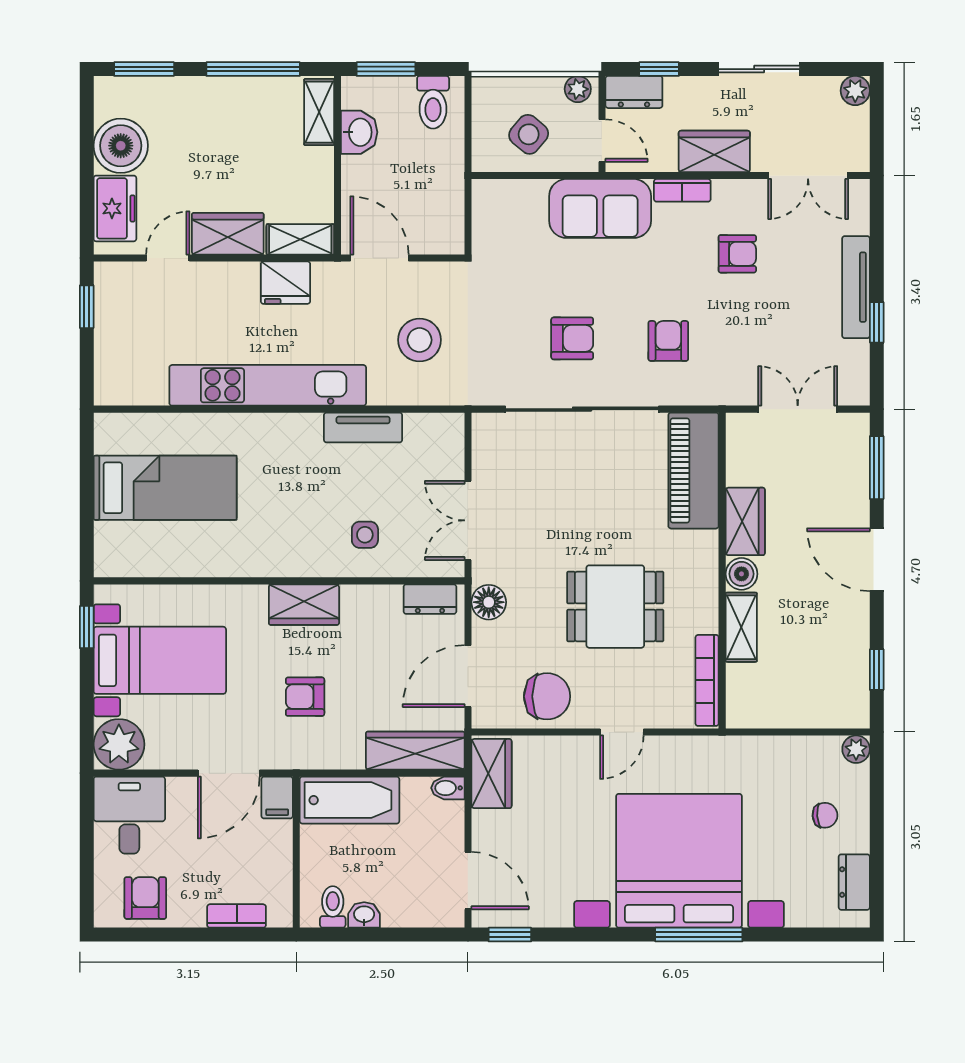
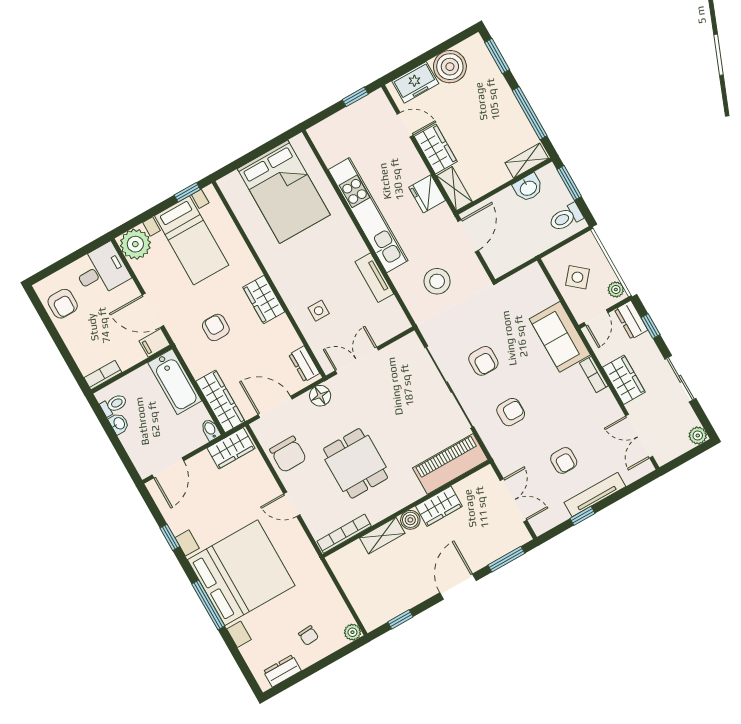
armchair: (737, 254) -> (564, 460), moved
bed: (165, 488) -> (284, 192), width x1.50
armchair: (145, 898) -> (63, 304), turned 90
bookcase: (237, 916) -> (103, 375), moved, turned -90
window: (510, 935) -> (170, 537), moved

